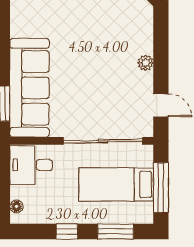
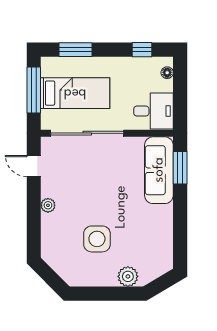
side table: (92, 26) -> (97, 239), added
sofa: (30, 88) -> (159, 170), width x0.74, depth x0.79
window: (67, 232) -> (142, 50), moved

